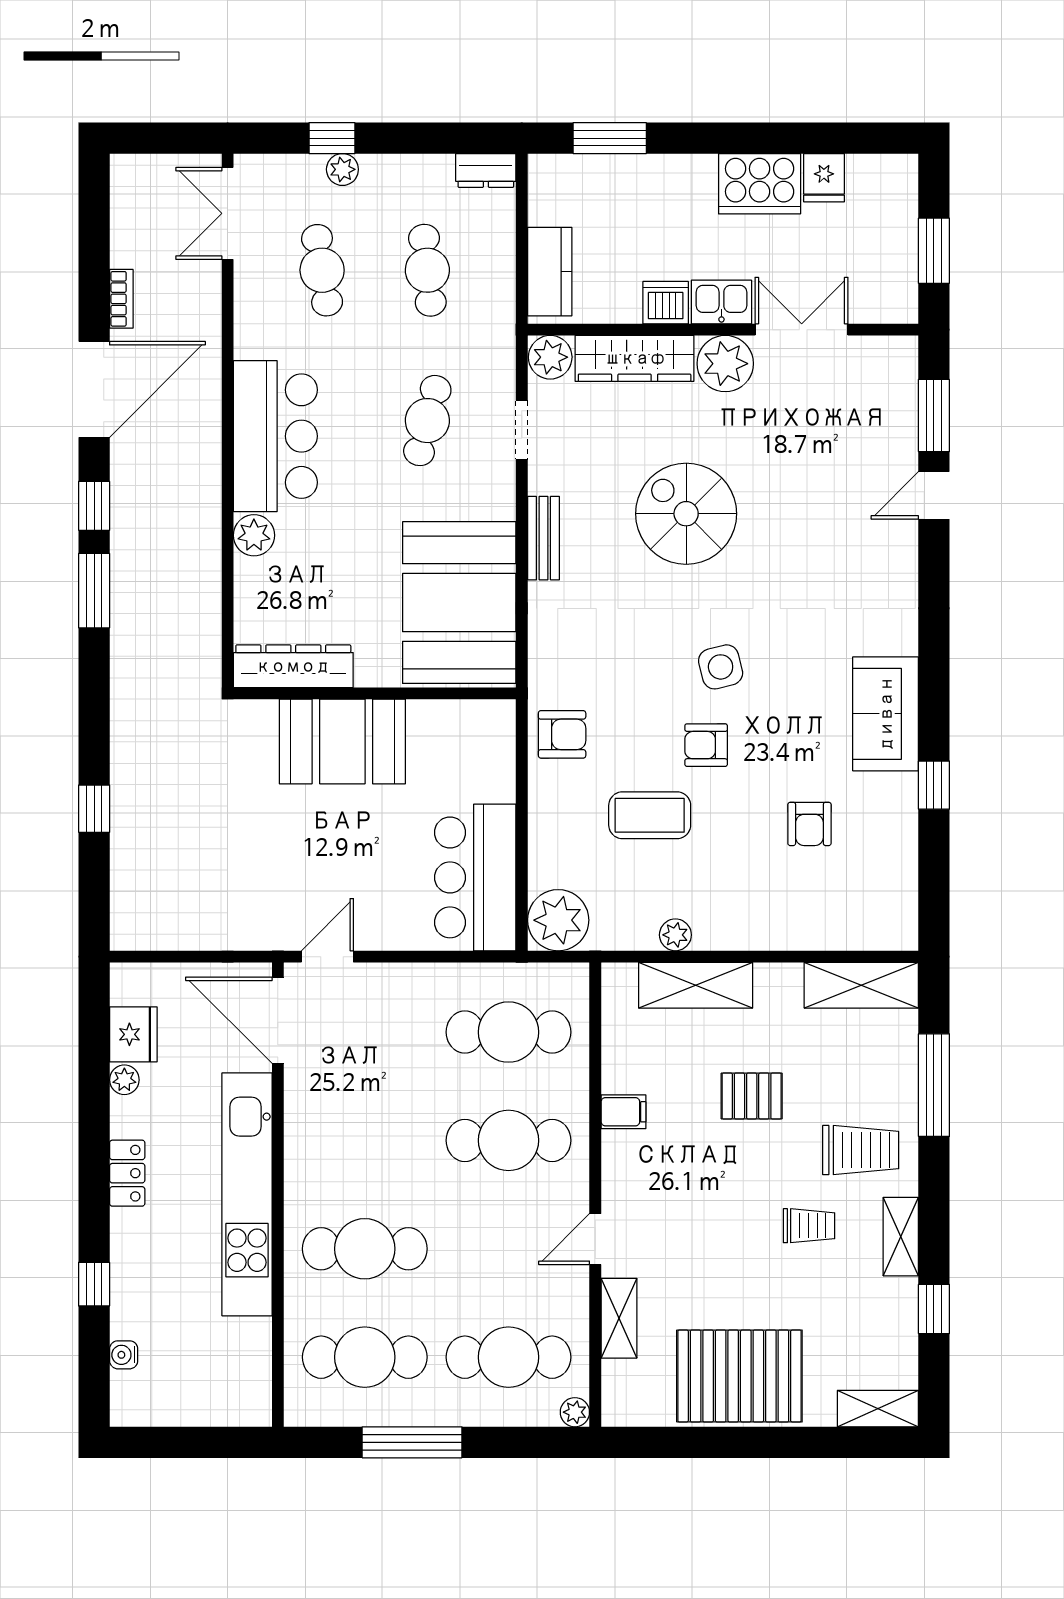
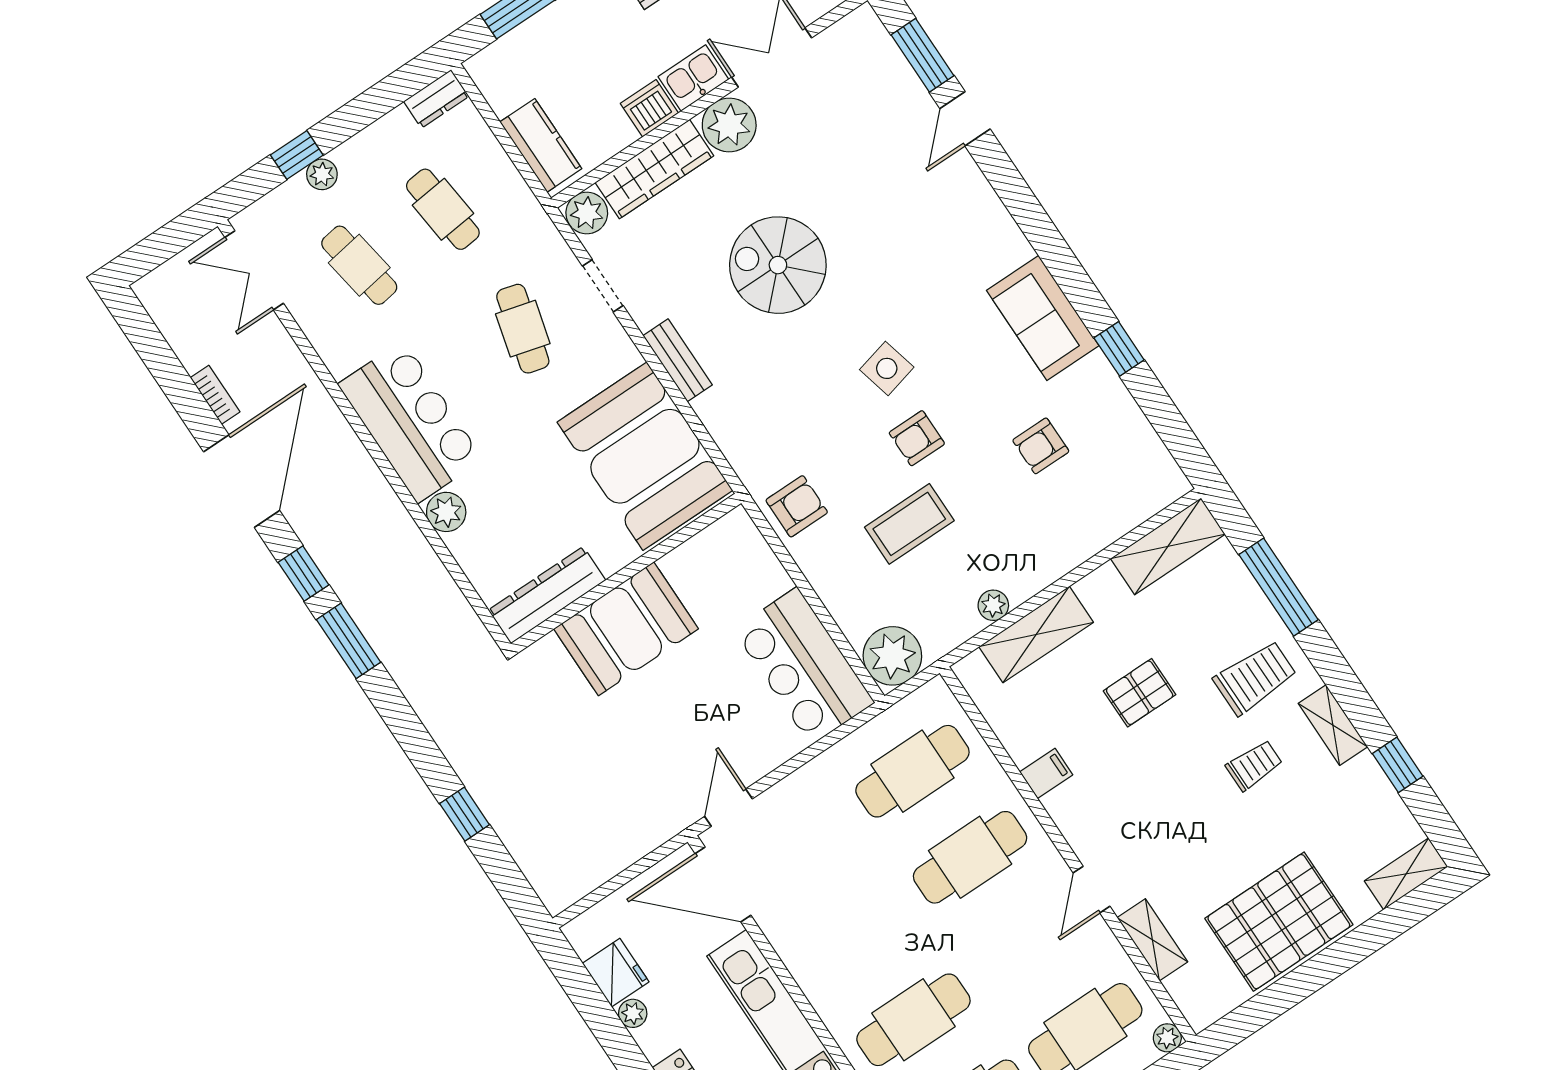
armchair: (809, 824) -> (1041, 446), turned 90

